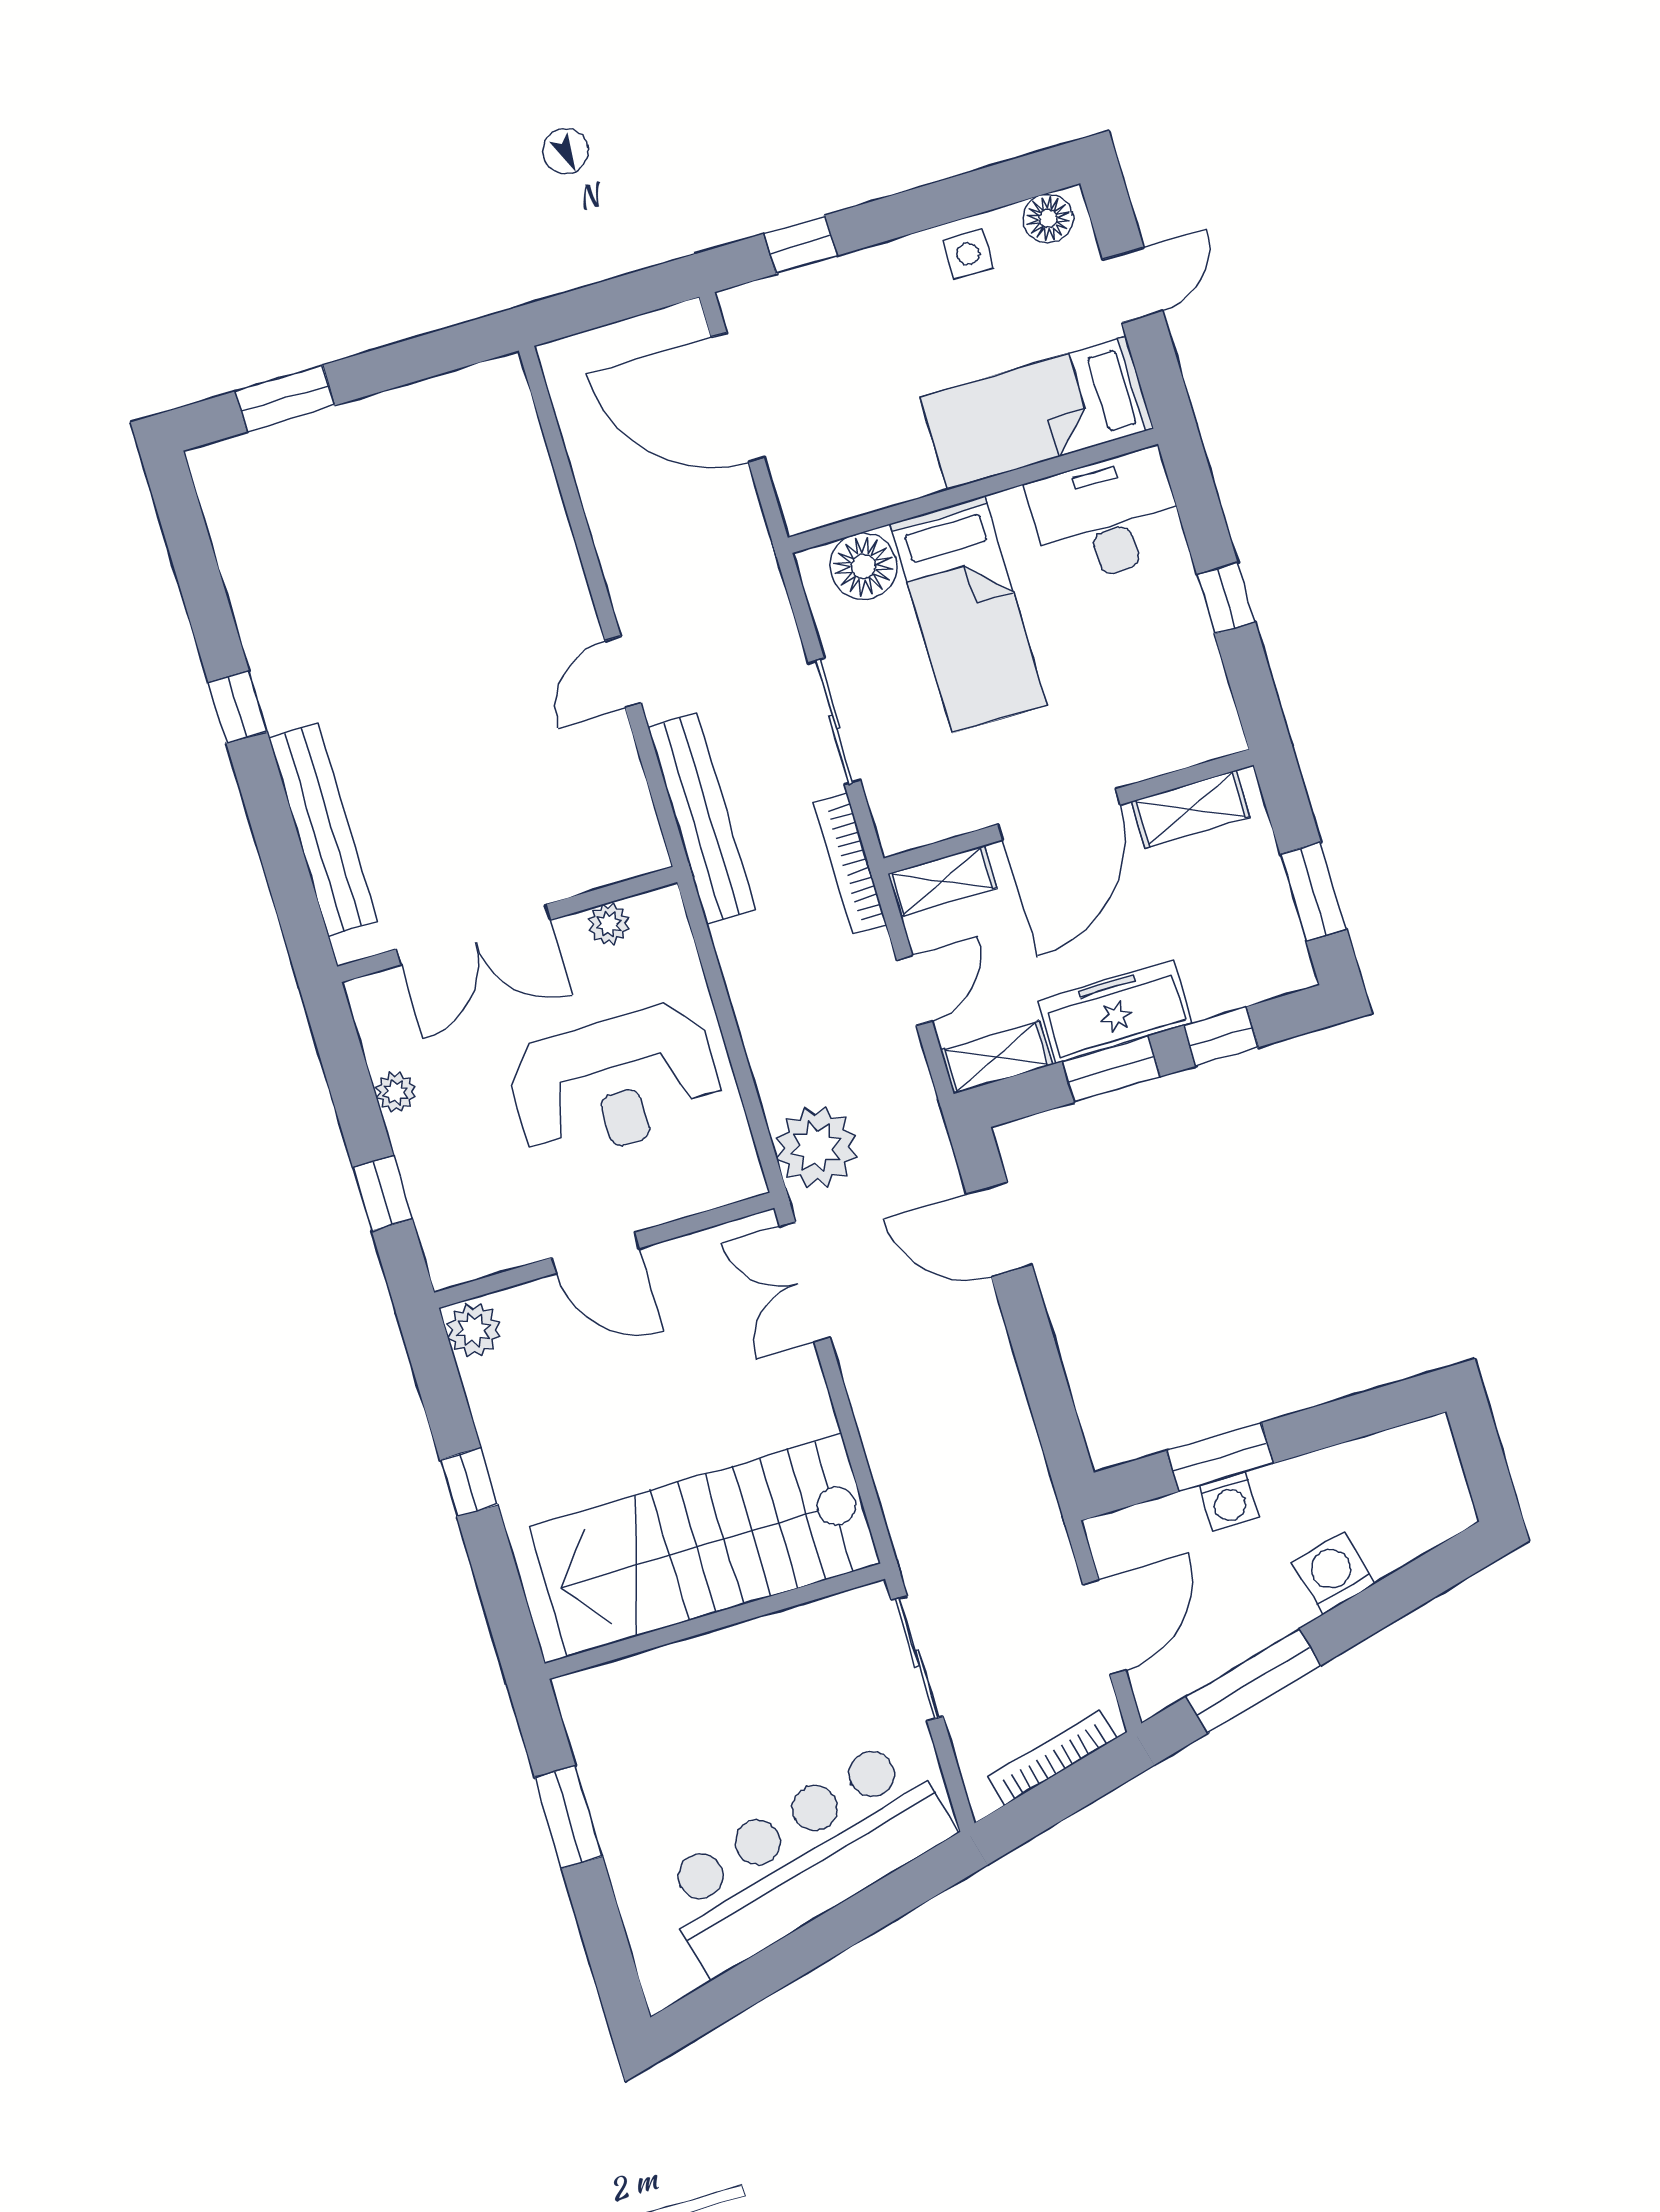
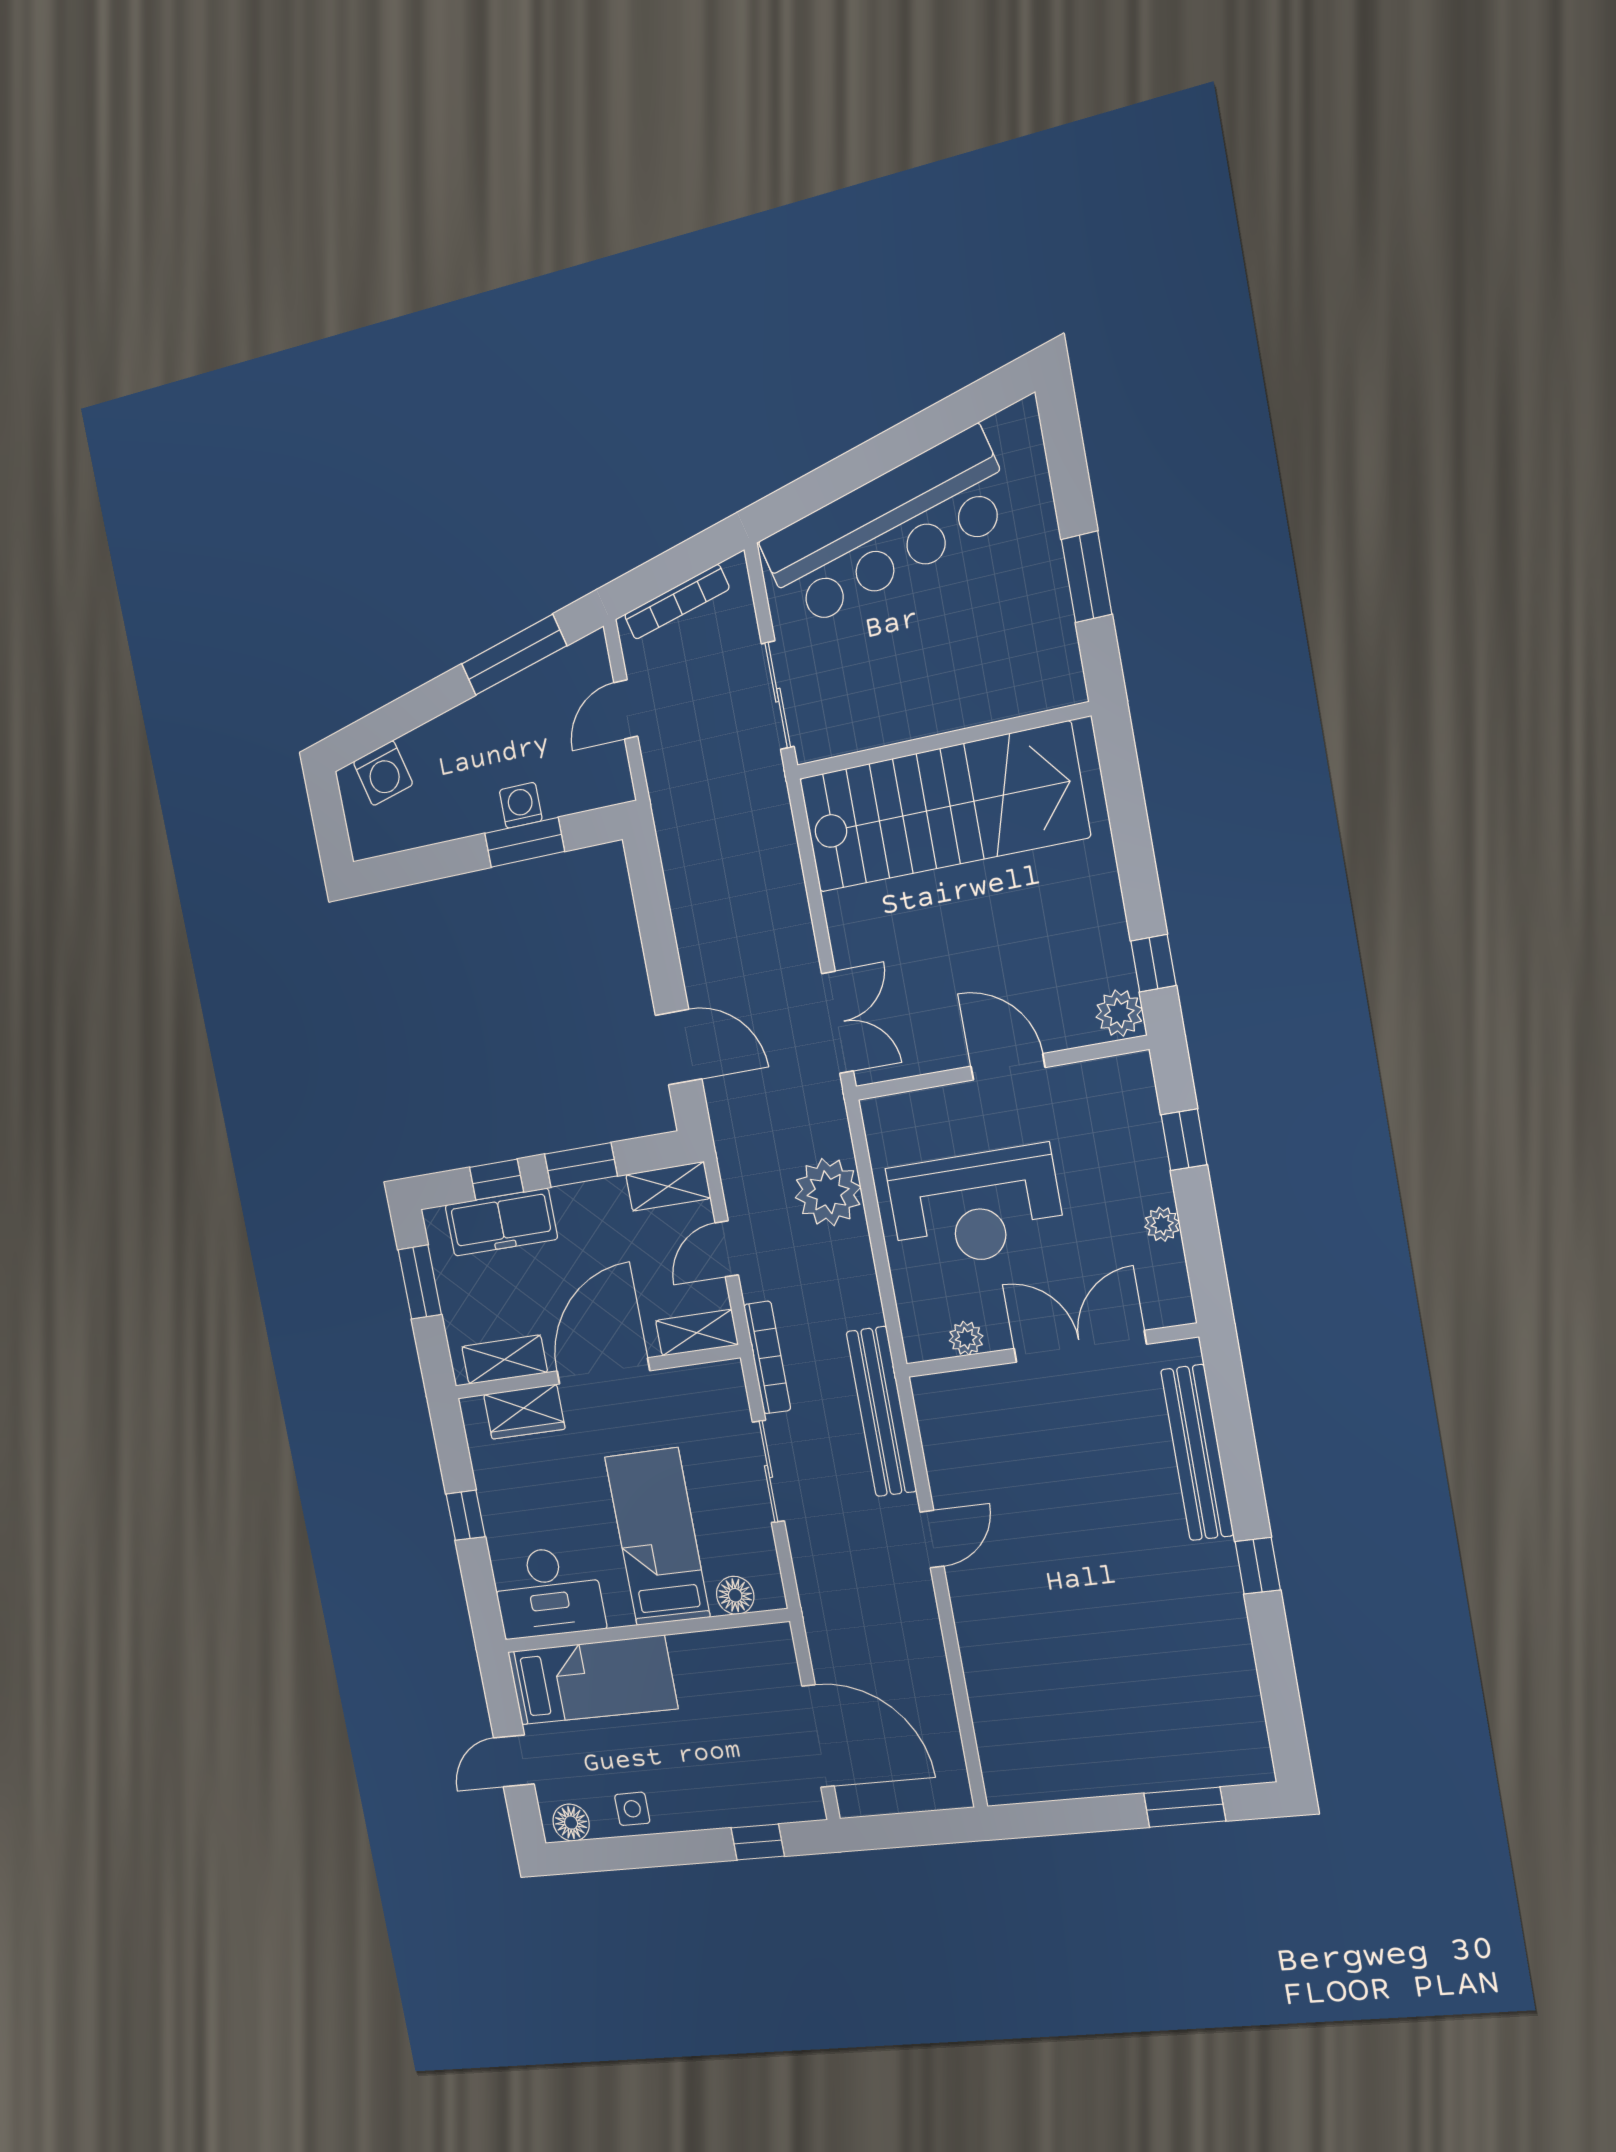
floor lamp: (864, 566) -> (735, 1595), width x0.73, depth x0.73
wardrobe: (1158, 746) -> (524, 1412), added
freezer: (1115, 1012) -> (501, 1222), moved
reception desk: (615, 1083) -> (976, 1207), turned 180
plant: (816, 1147) -> (828, 1192), moved
window: (469, 1482) -> (1153, 963), moved
washing machine: (1333, 1573) -> (383, 773), moved
door: (1104, 1627) -> (626, 709), width x0.73

